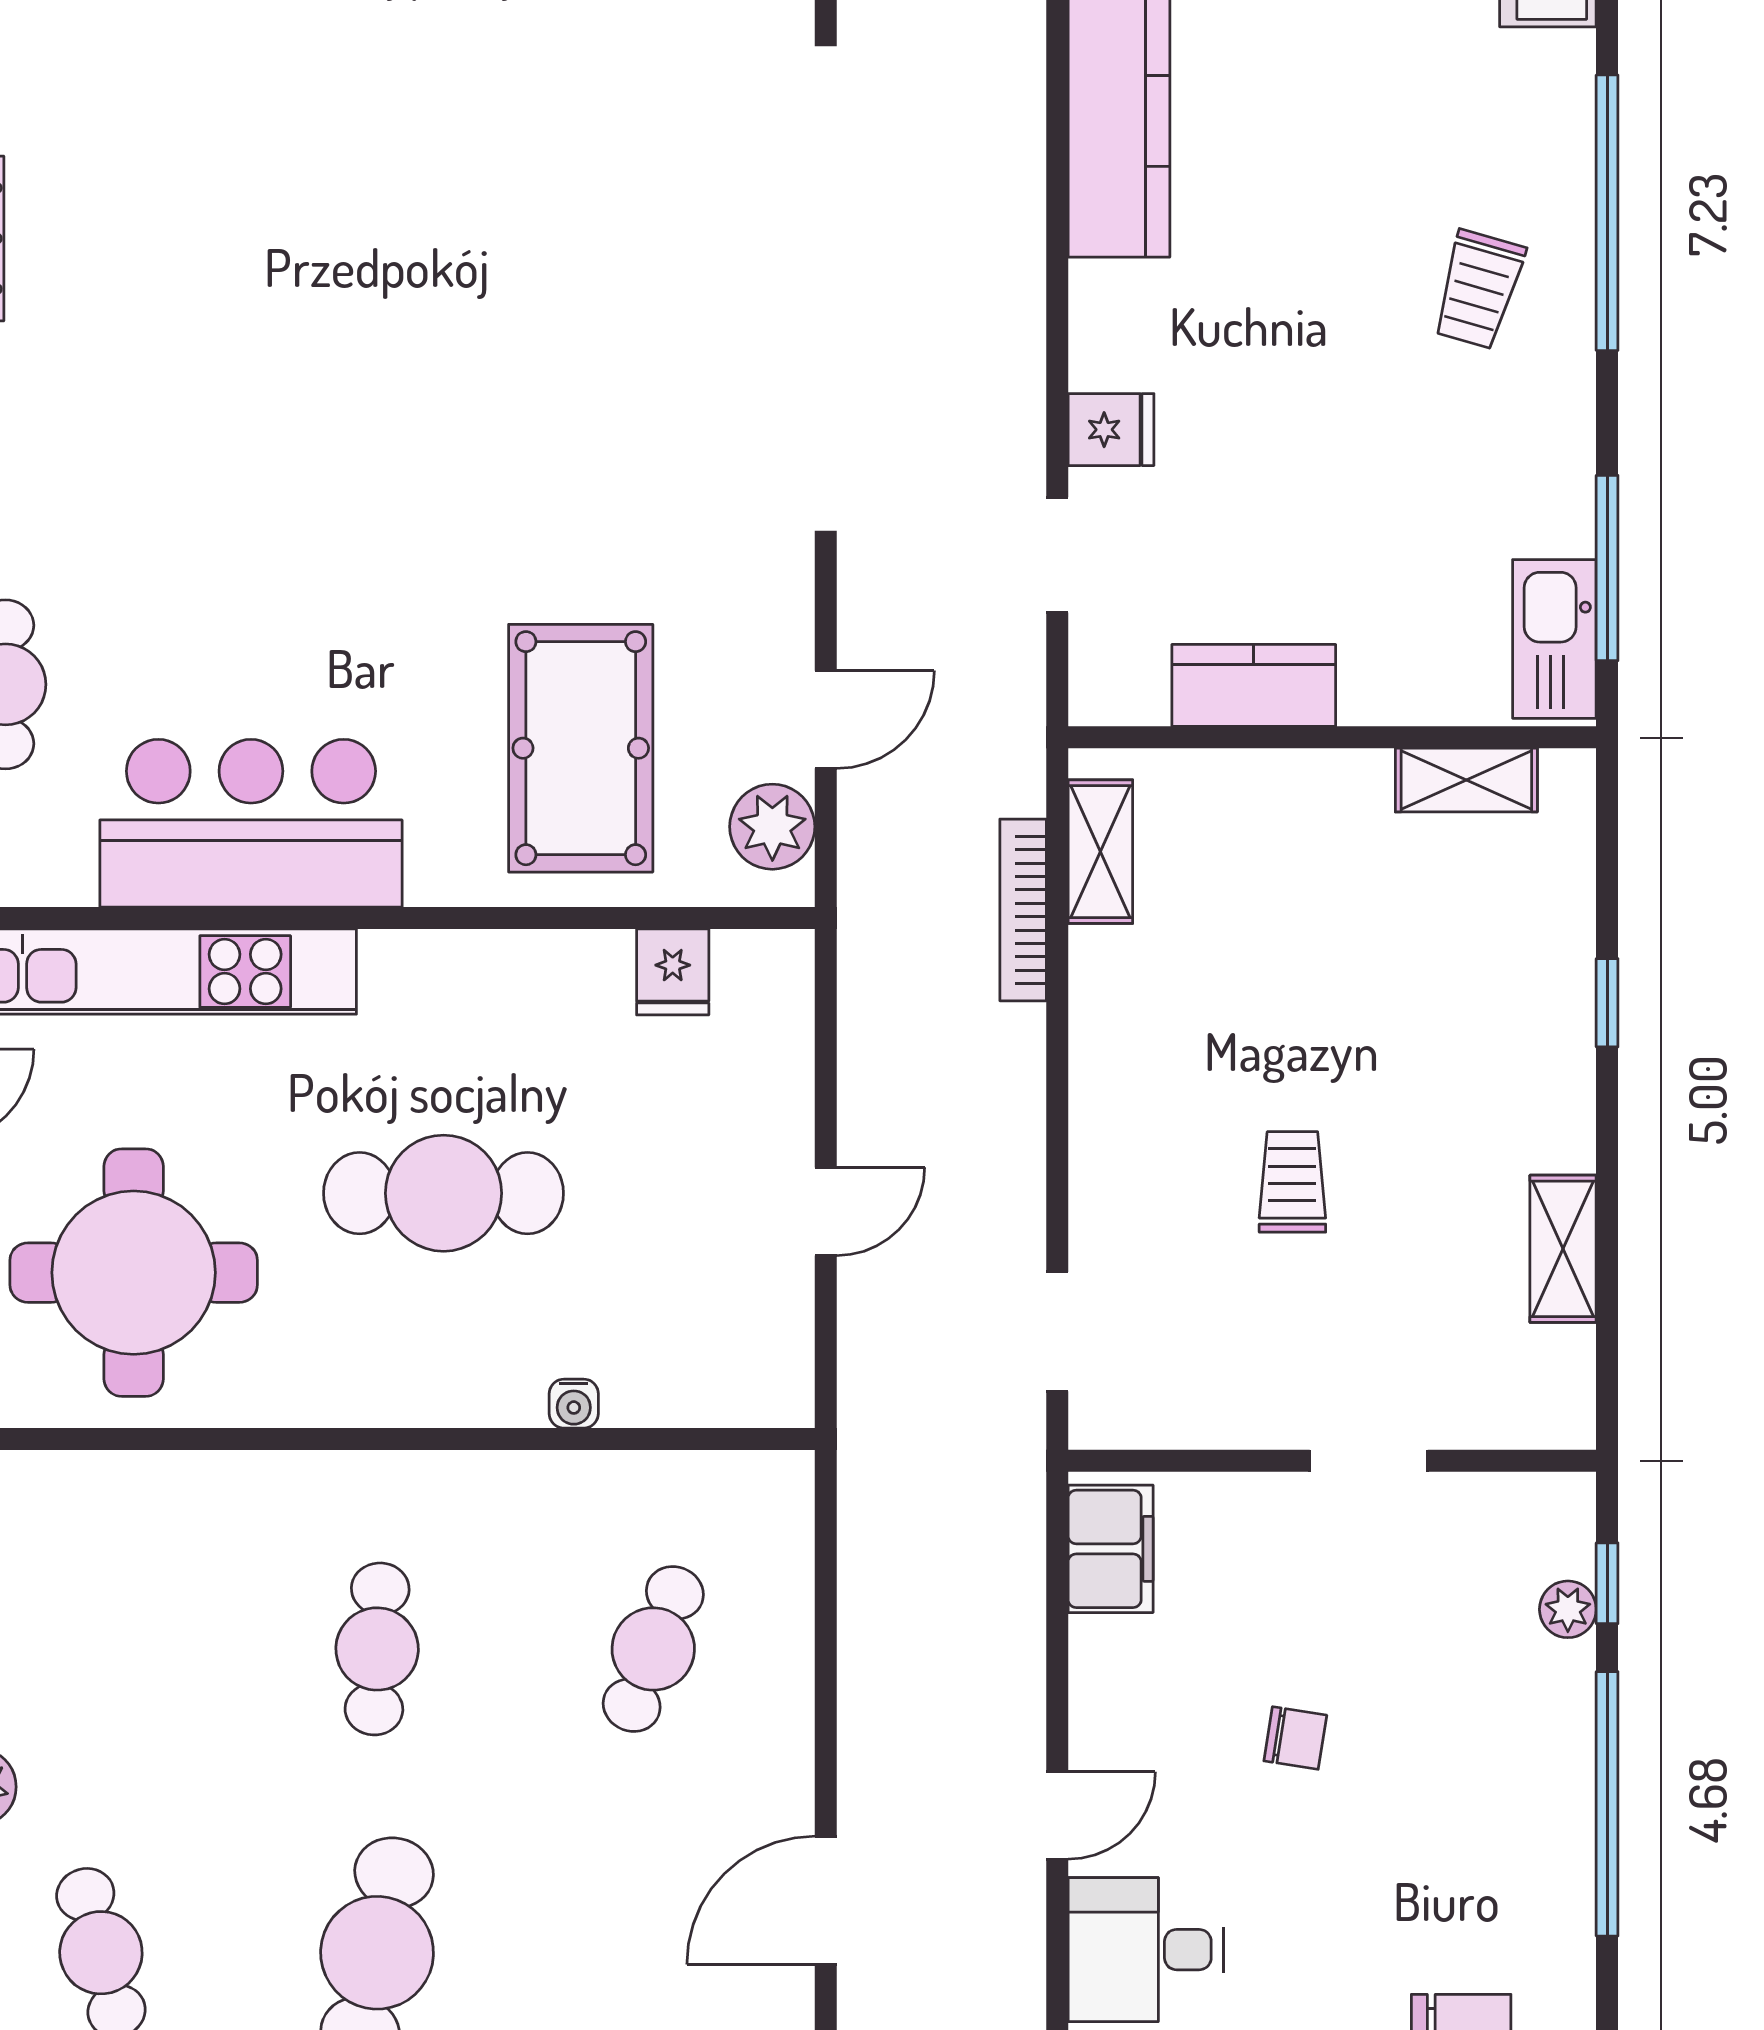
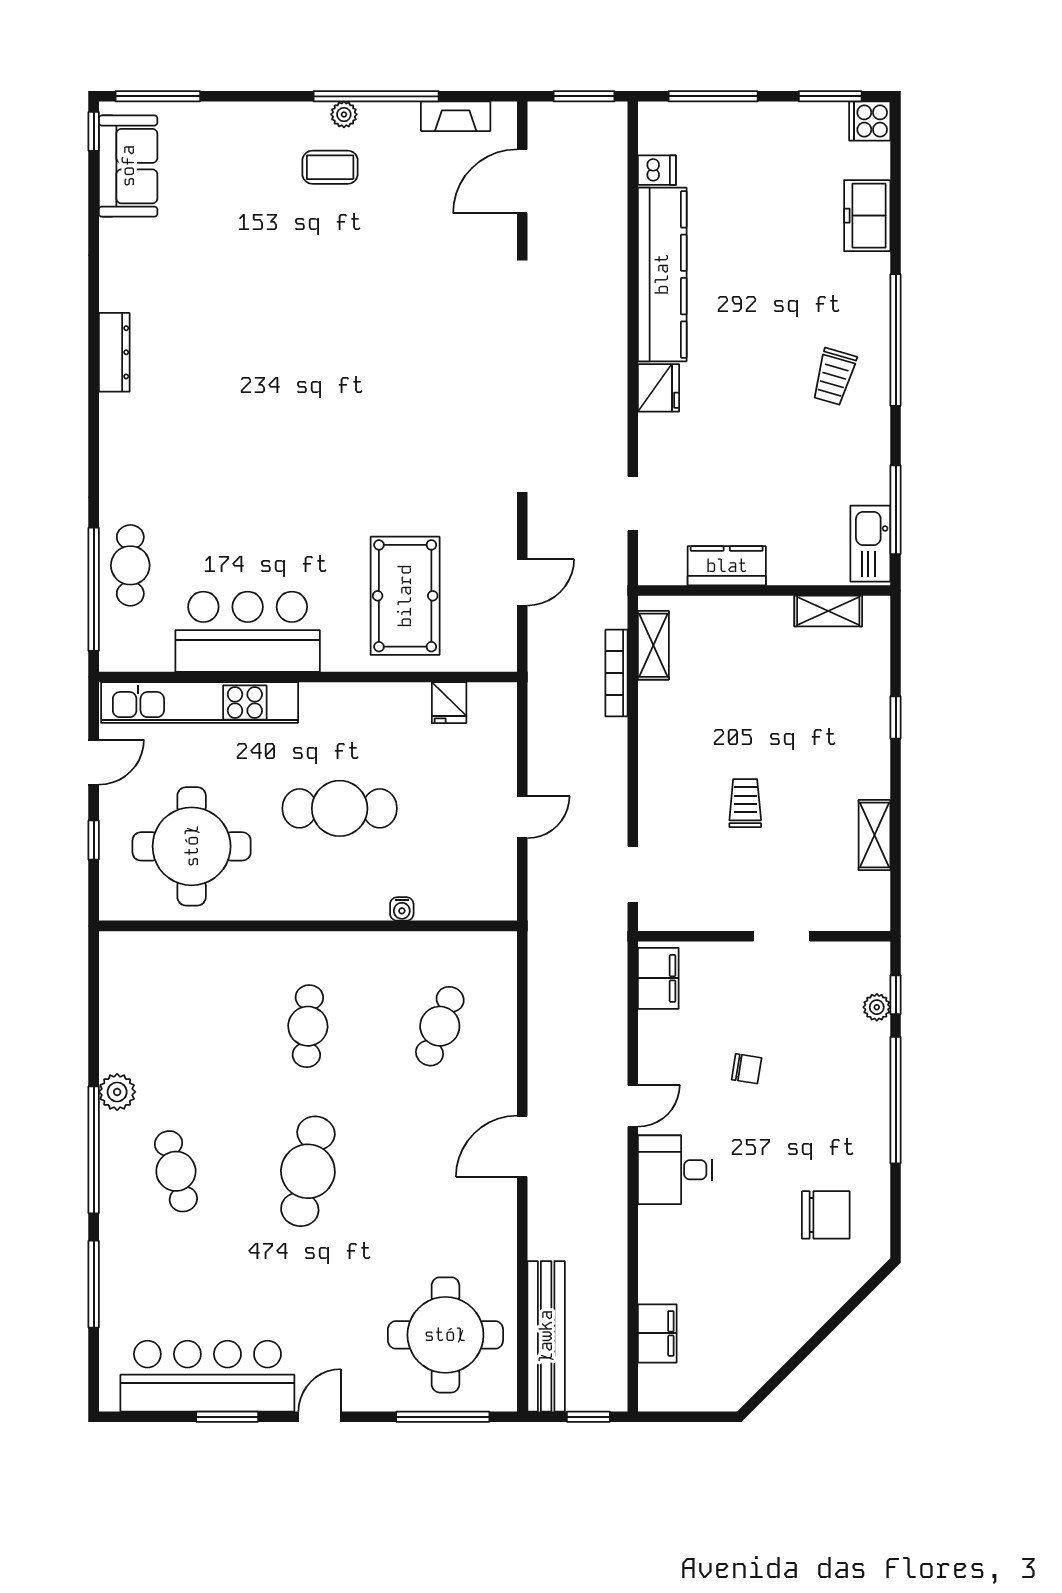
fridge: (1111, 430) -> (658, 388), moved, width x1.38
plant: (772, 827) -> (497, 633), removed

